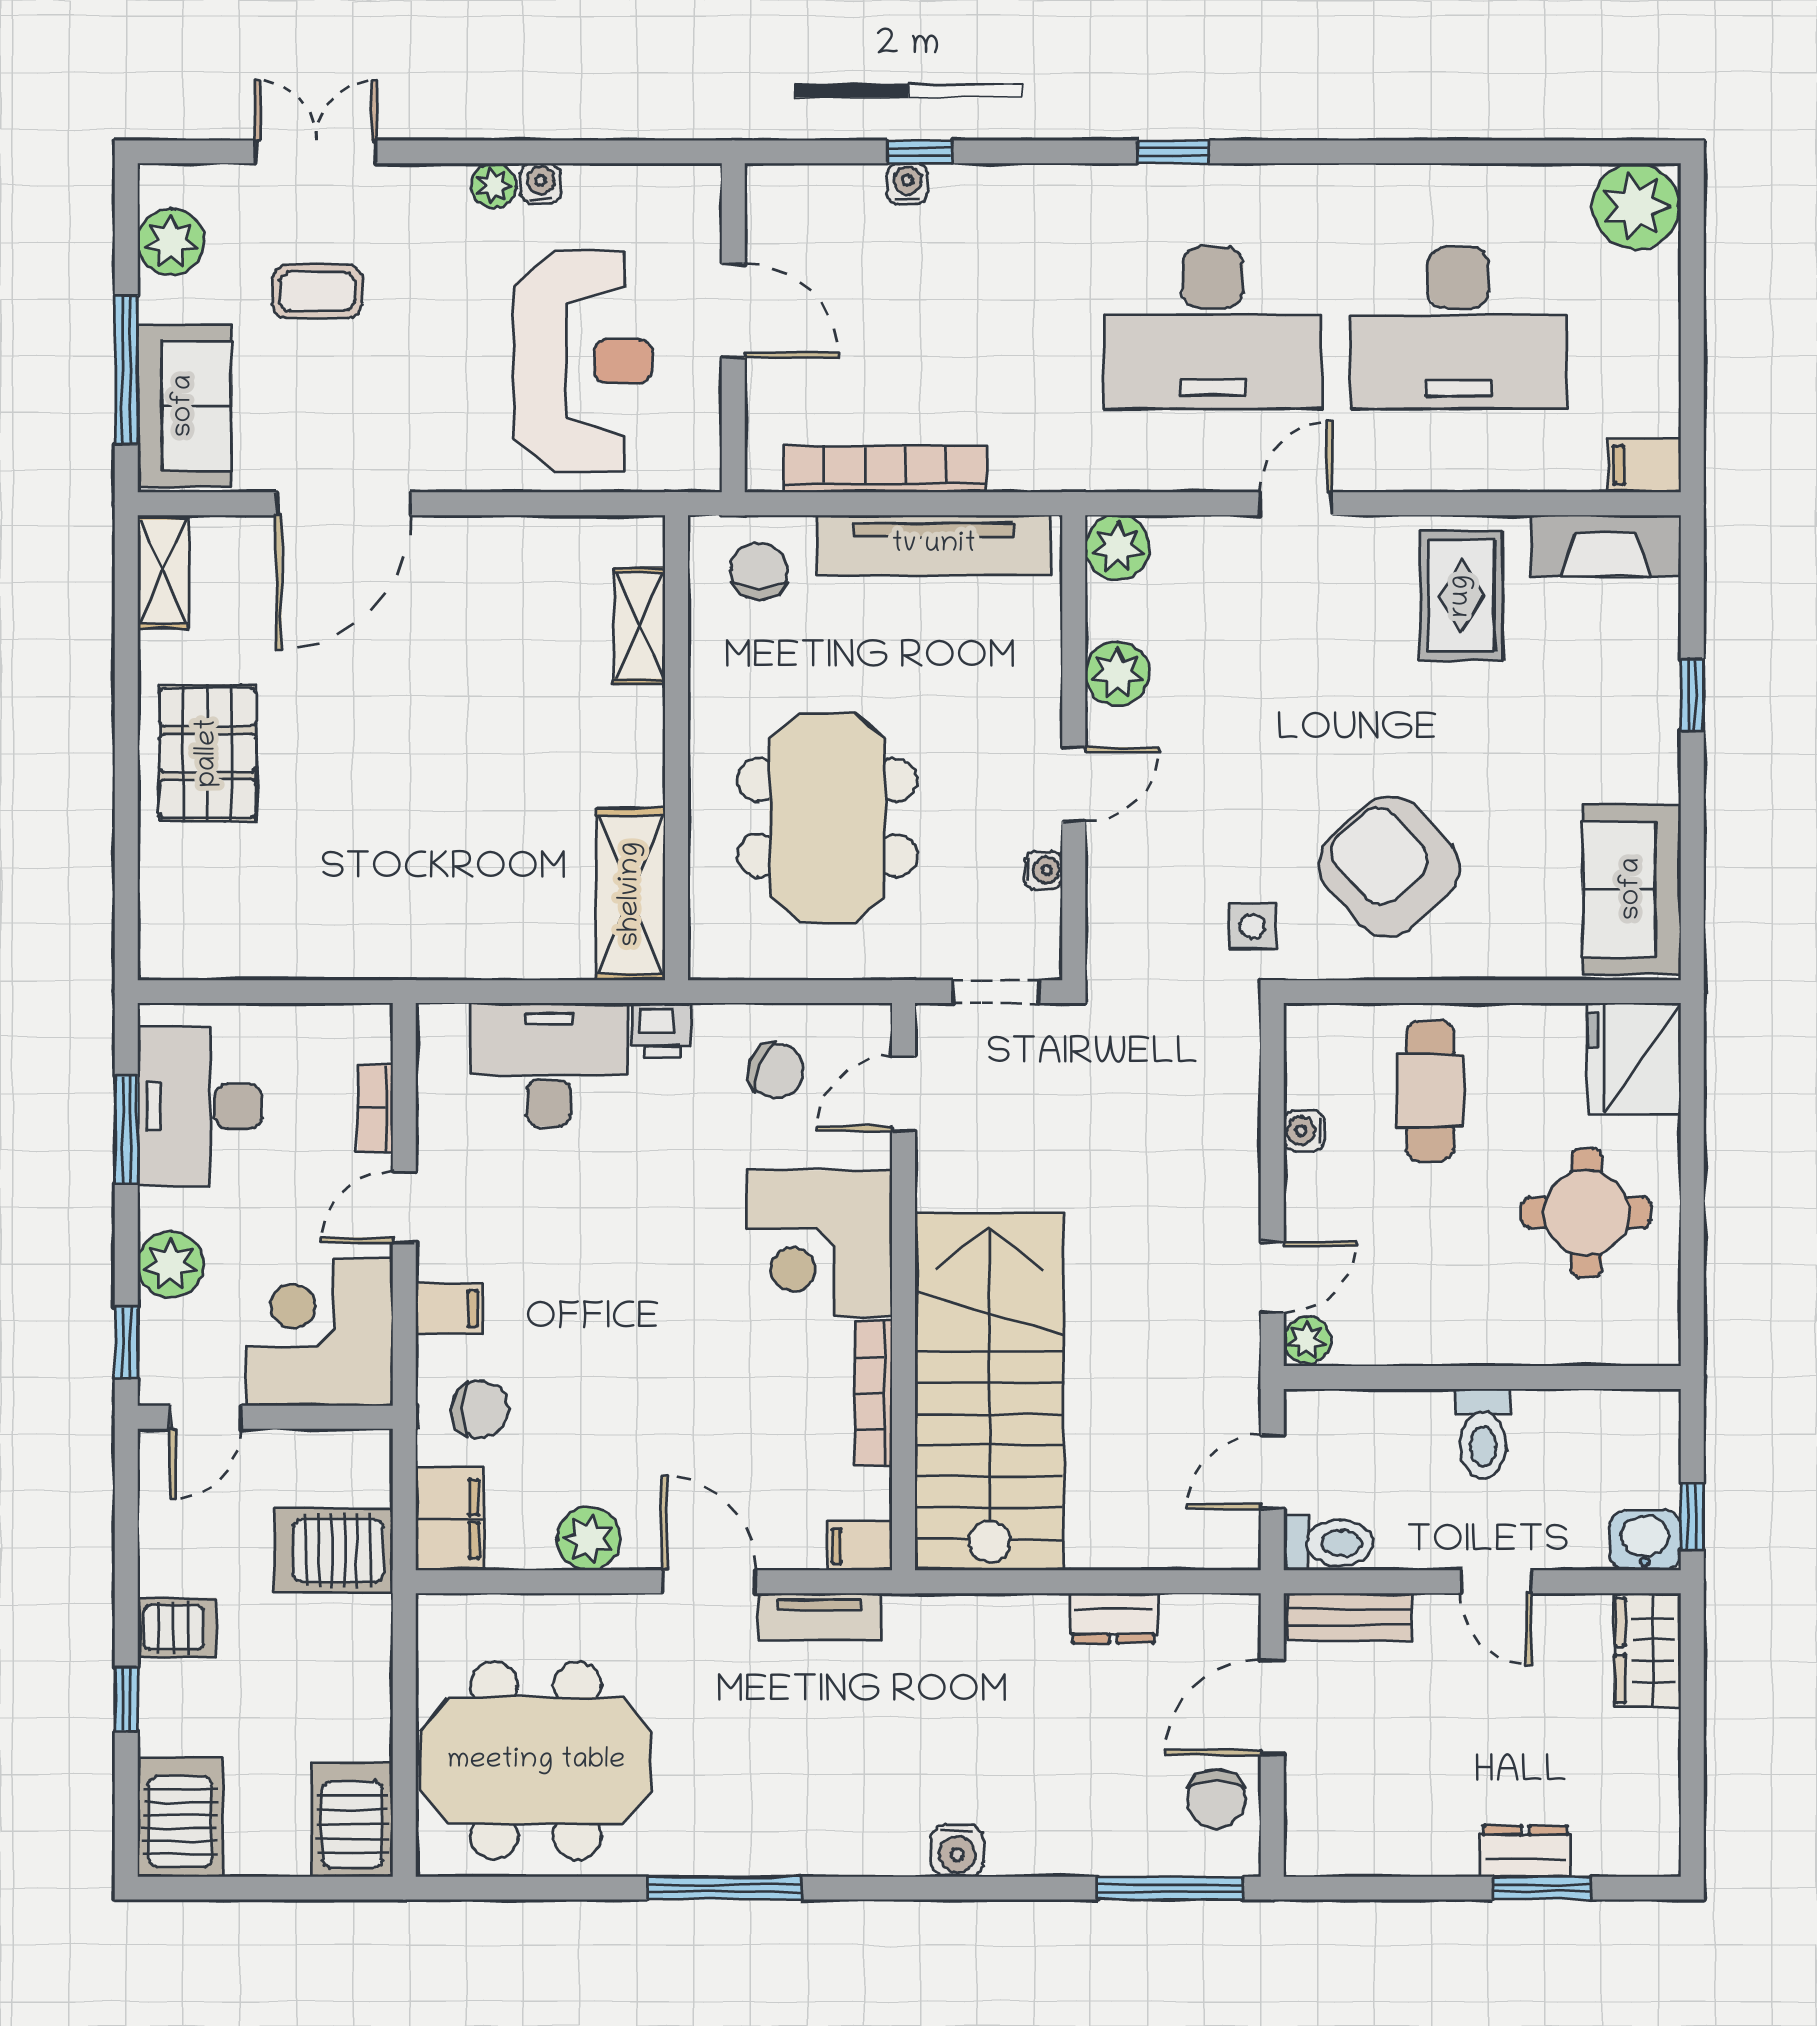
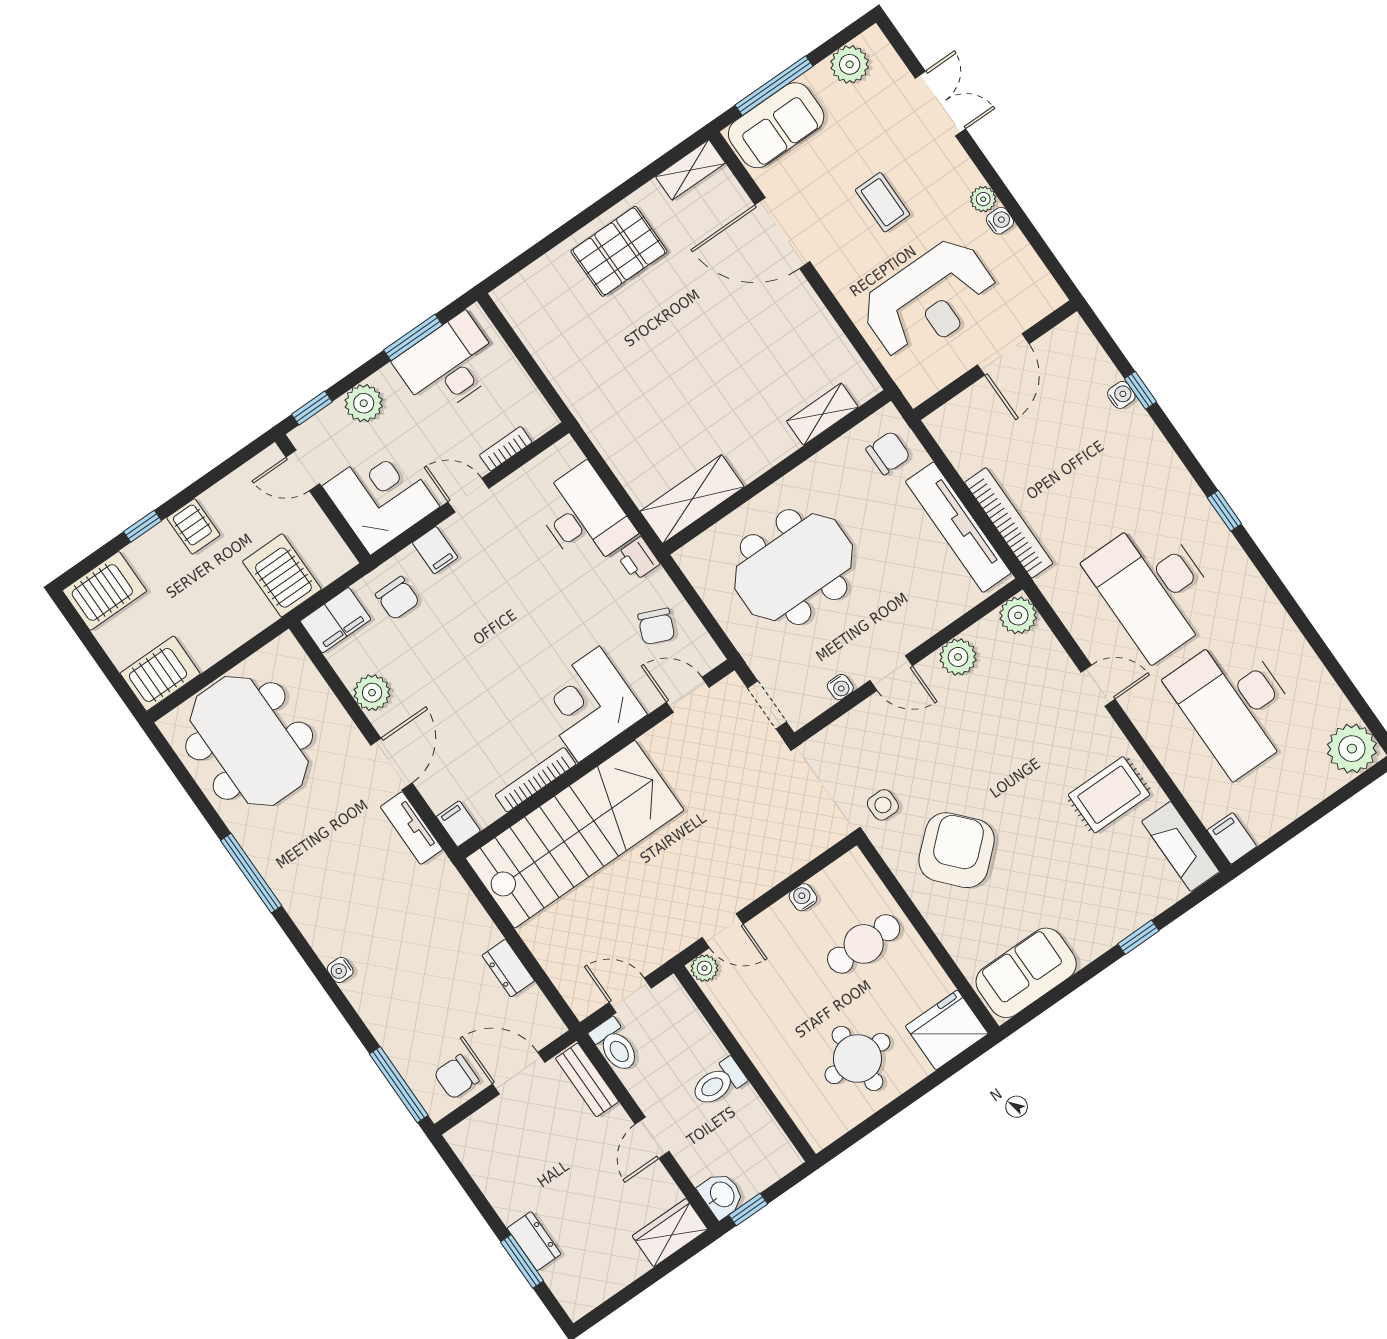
coffee table: (317, 291) -> (883, 202), moved
bookcase: (885, 469) -> (1009, 523), moved
water cooler: (957, 1851) -> (340, 970), width x0.72, depth x0.72

